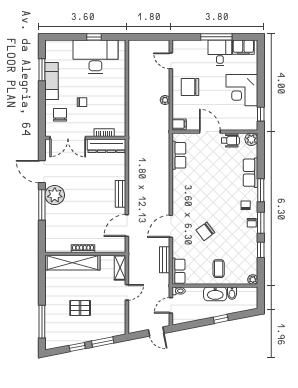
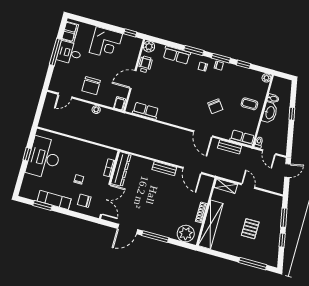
plant: (55, 195) -> (186, 234), moved

